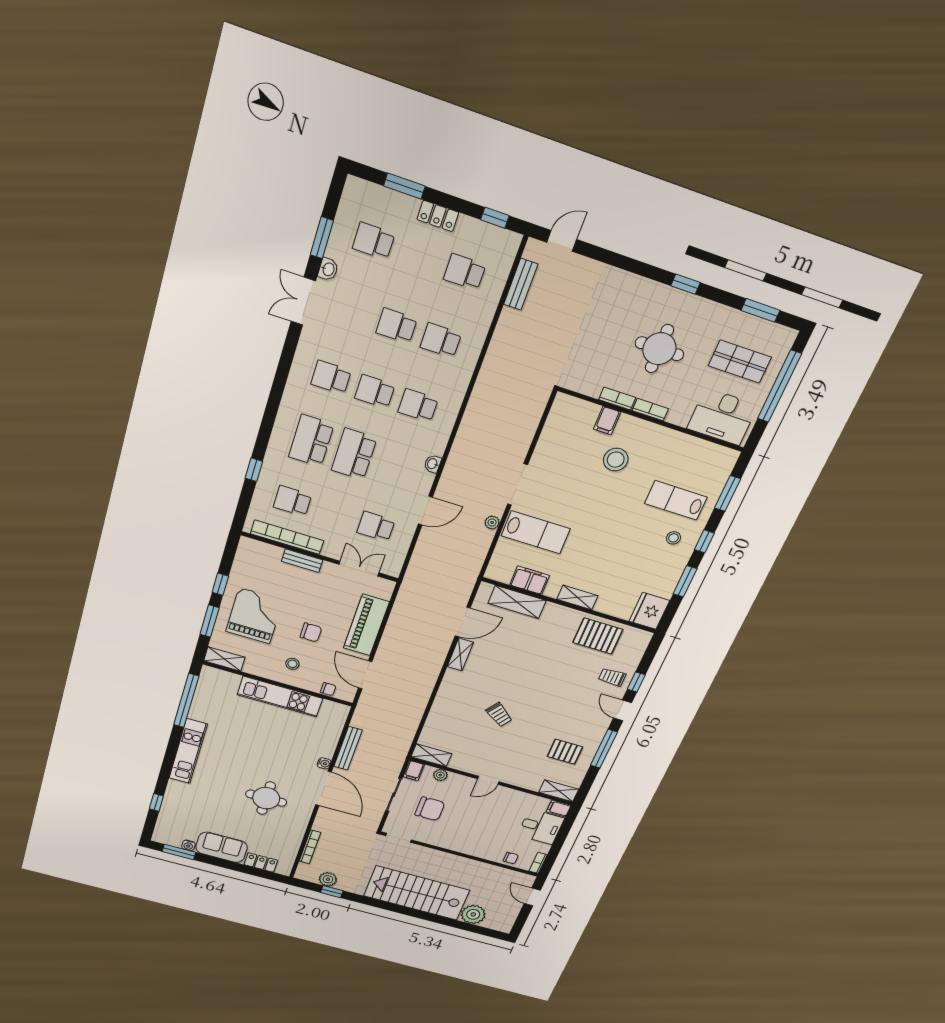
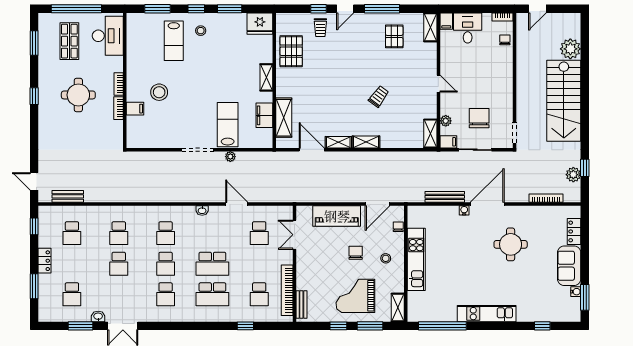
bench: (302, 561) -> (301, 305), moved
shelving: (448, 685) -> (366, 142), added

